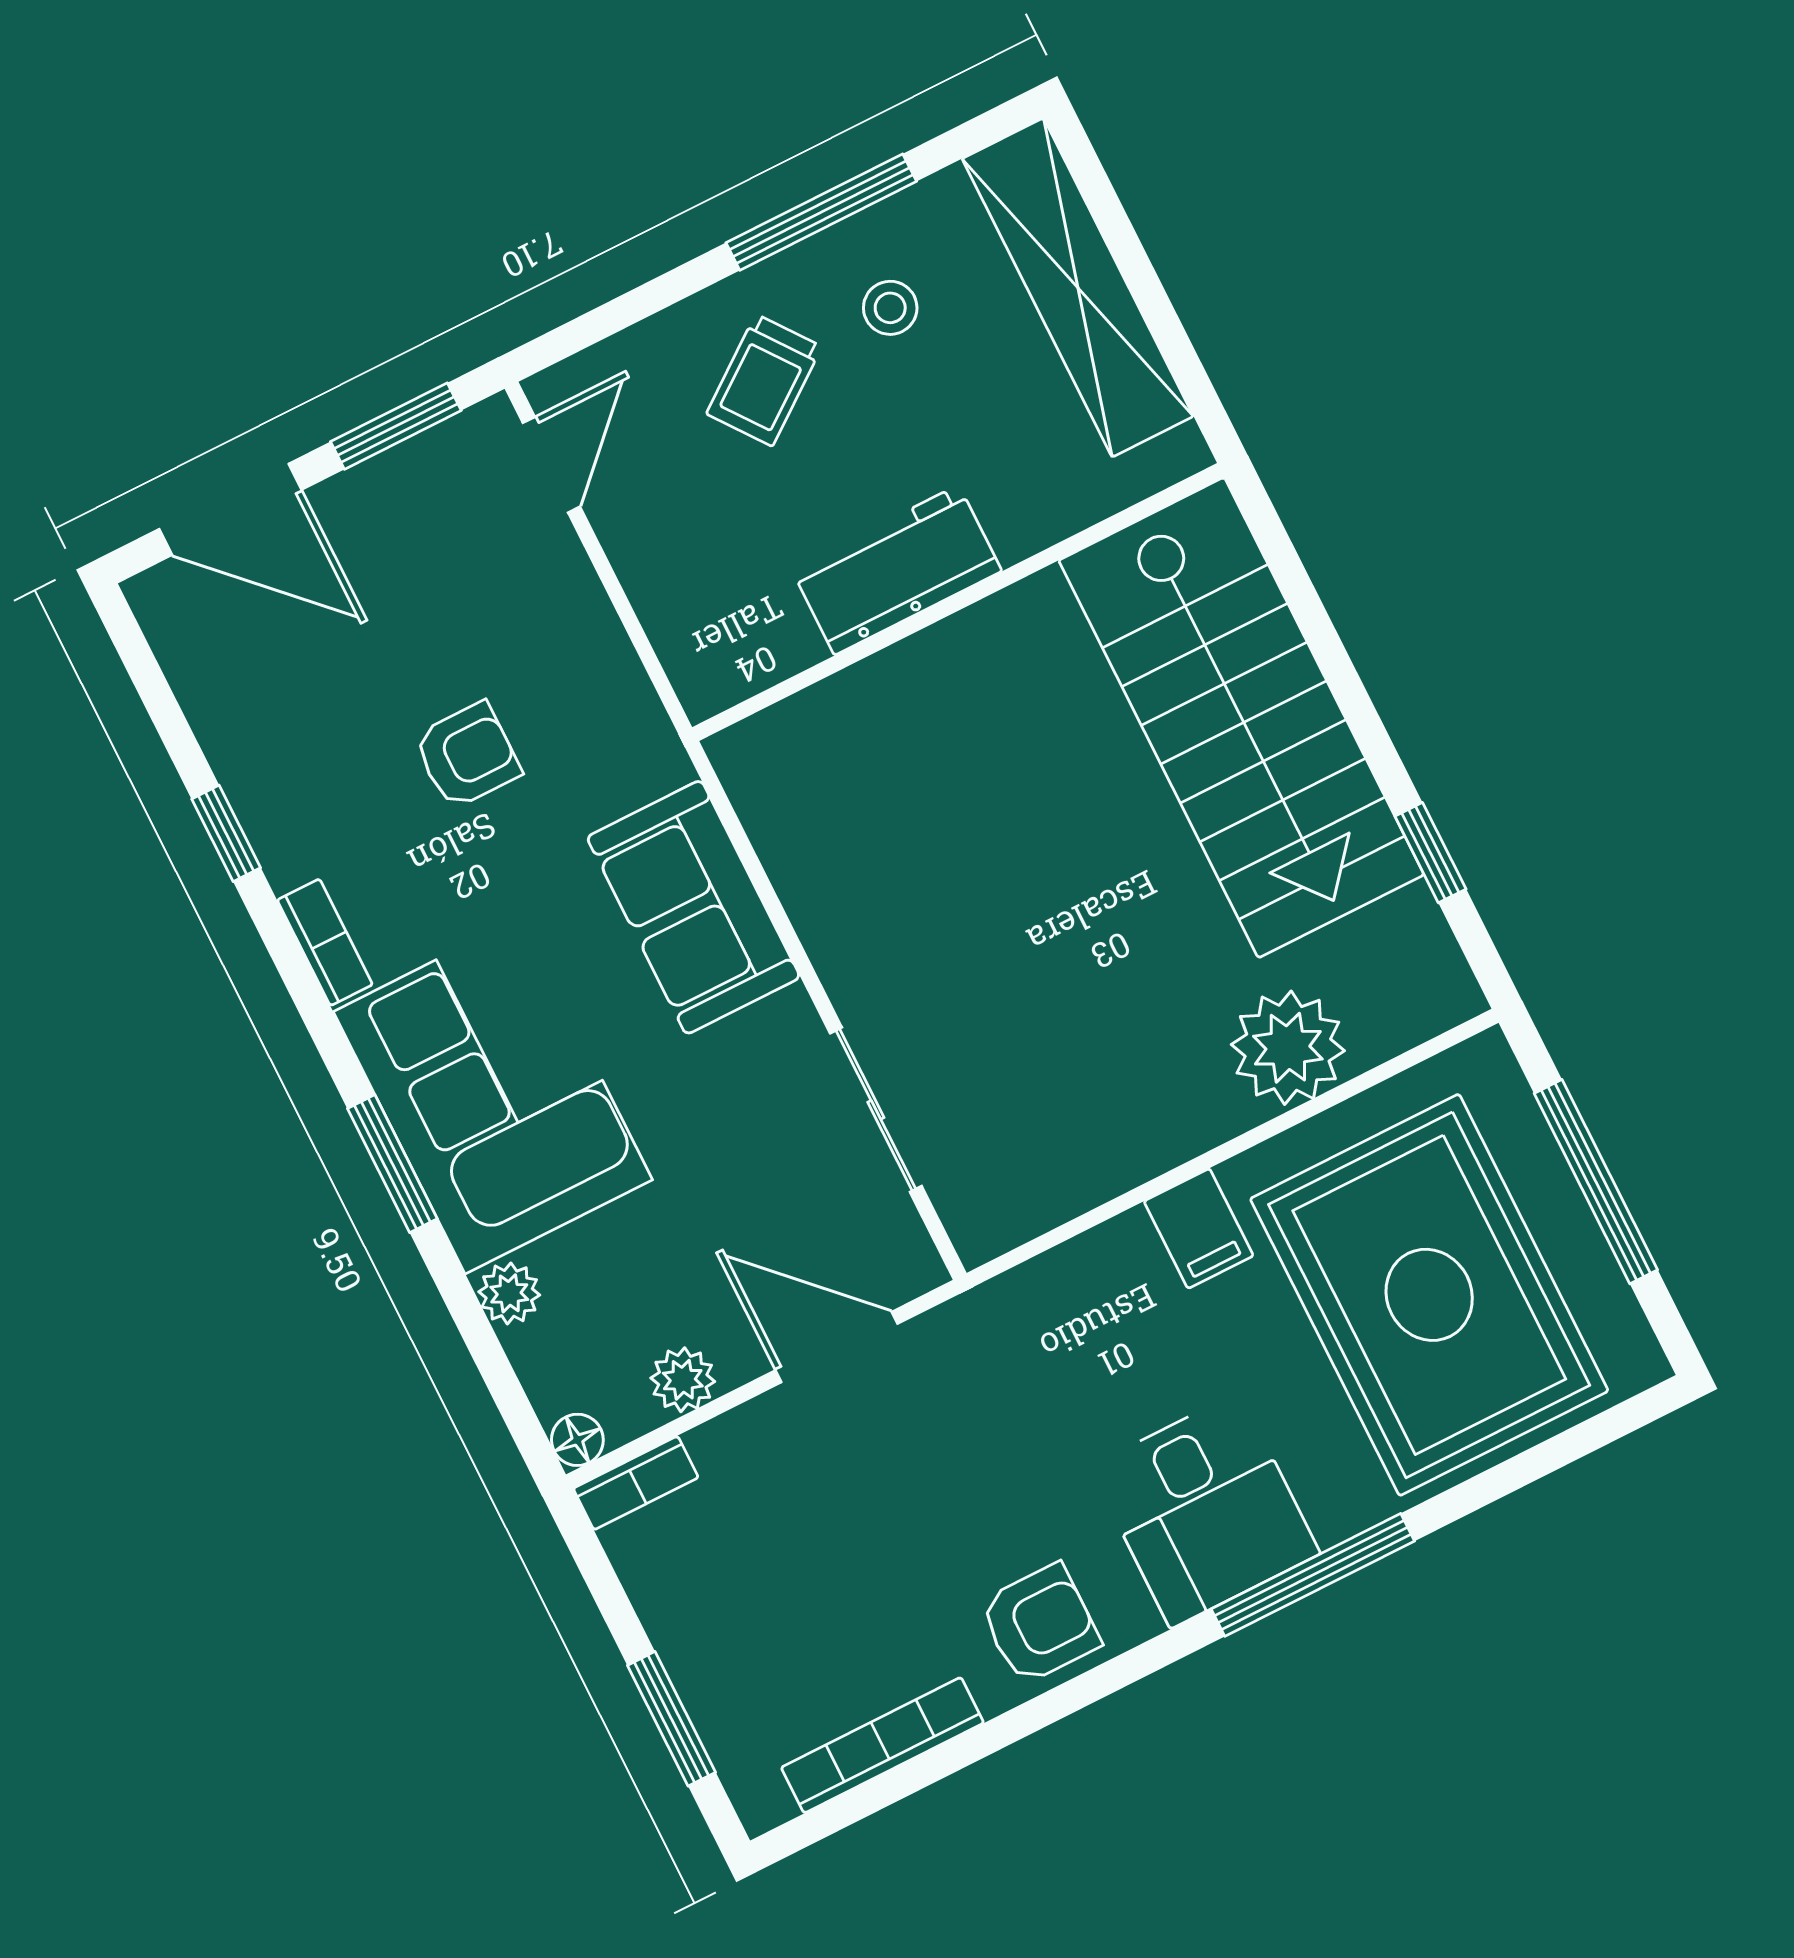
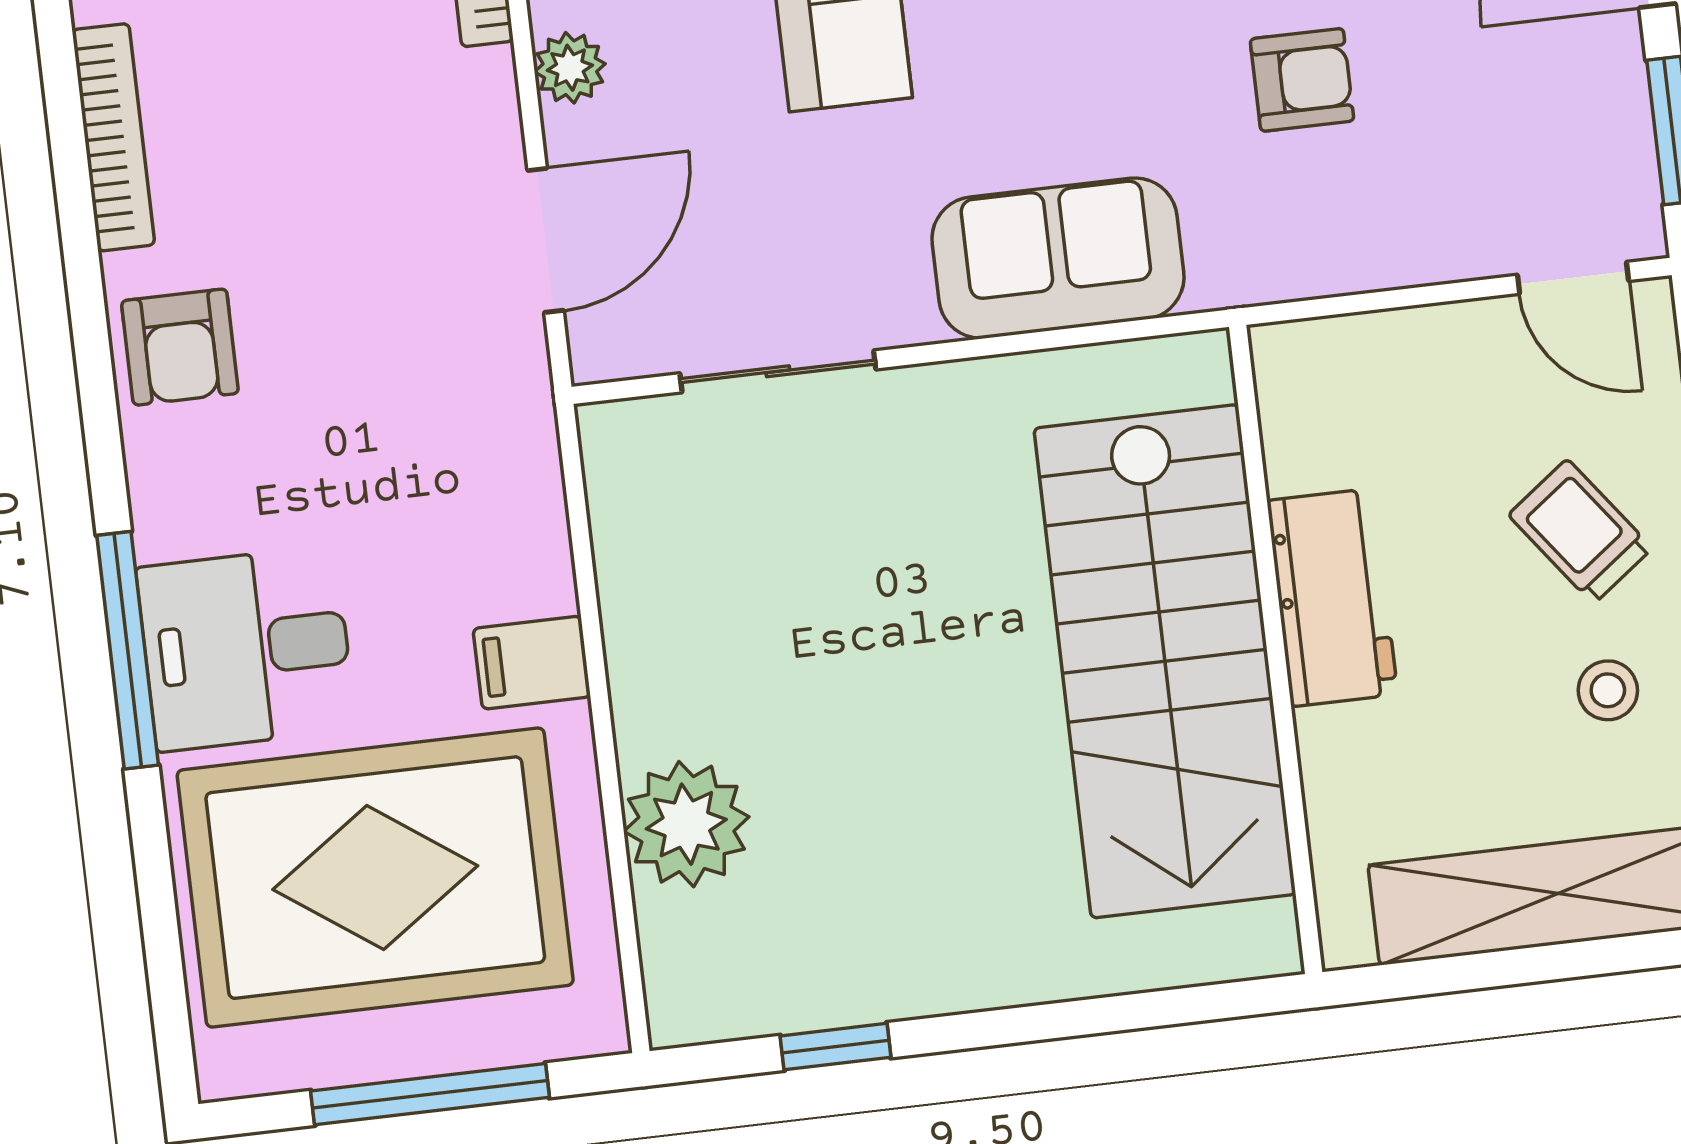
stairs: (1241, 718) -> (1165, 661), moved, turned -90
armchair: (467, 755) -> (1302, 80), turned -90
desk: (1205, 1510) -> (246, 649), moved

